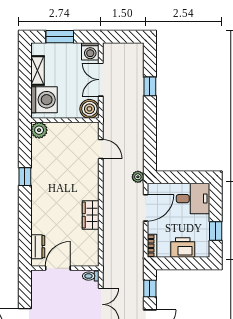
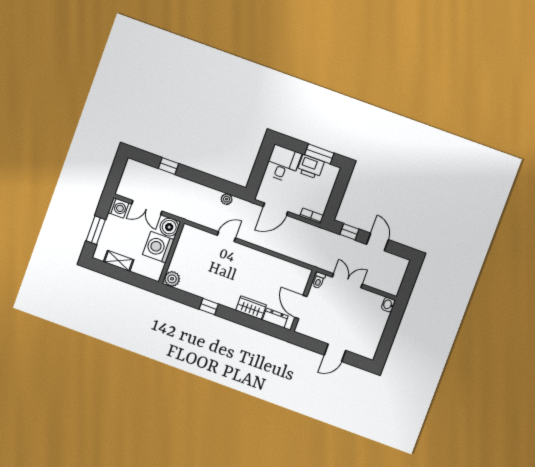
washing machine: (44, 100) -> (158, 247), moved, turned -90
door: (101, 149) -> (226, 237), moved
plant: (138, 177) -> (227, 199), moved
door: (146, 208) -> (276, 209), swing flipped
wardrobe: (91, 215) -> (251, 308), moved, turned 180
window: (216, 231) -> (319, 154), width x1.50
printer: (183, 248) -> (311, 167), moved, turned -90

